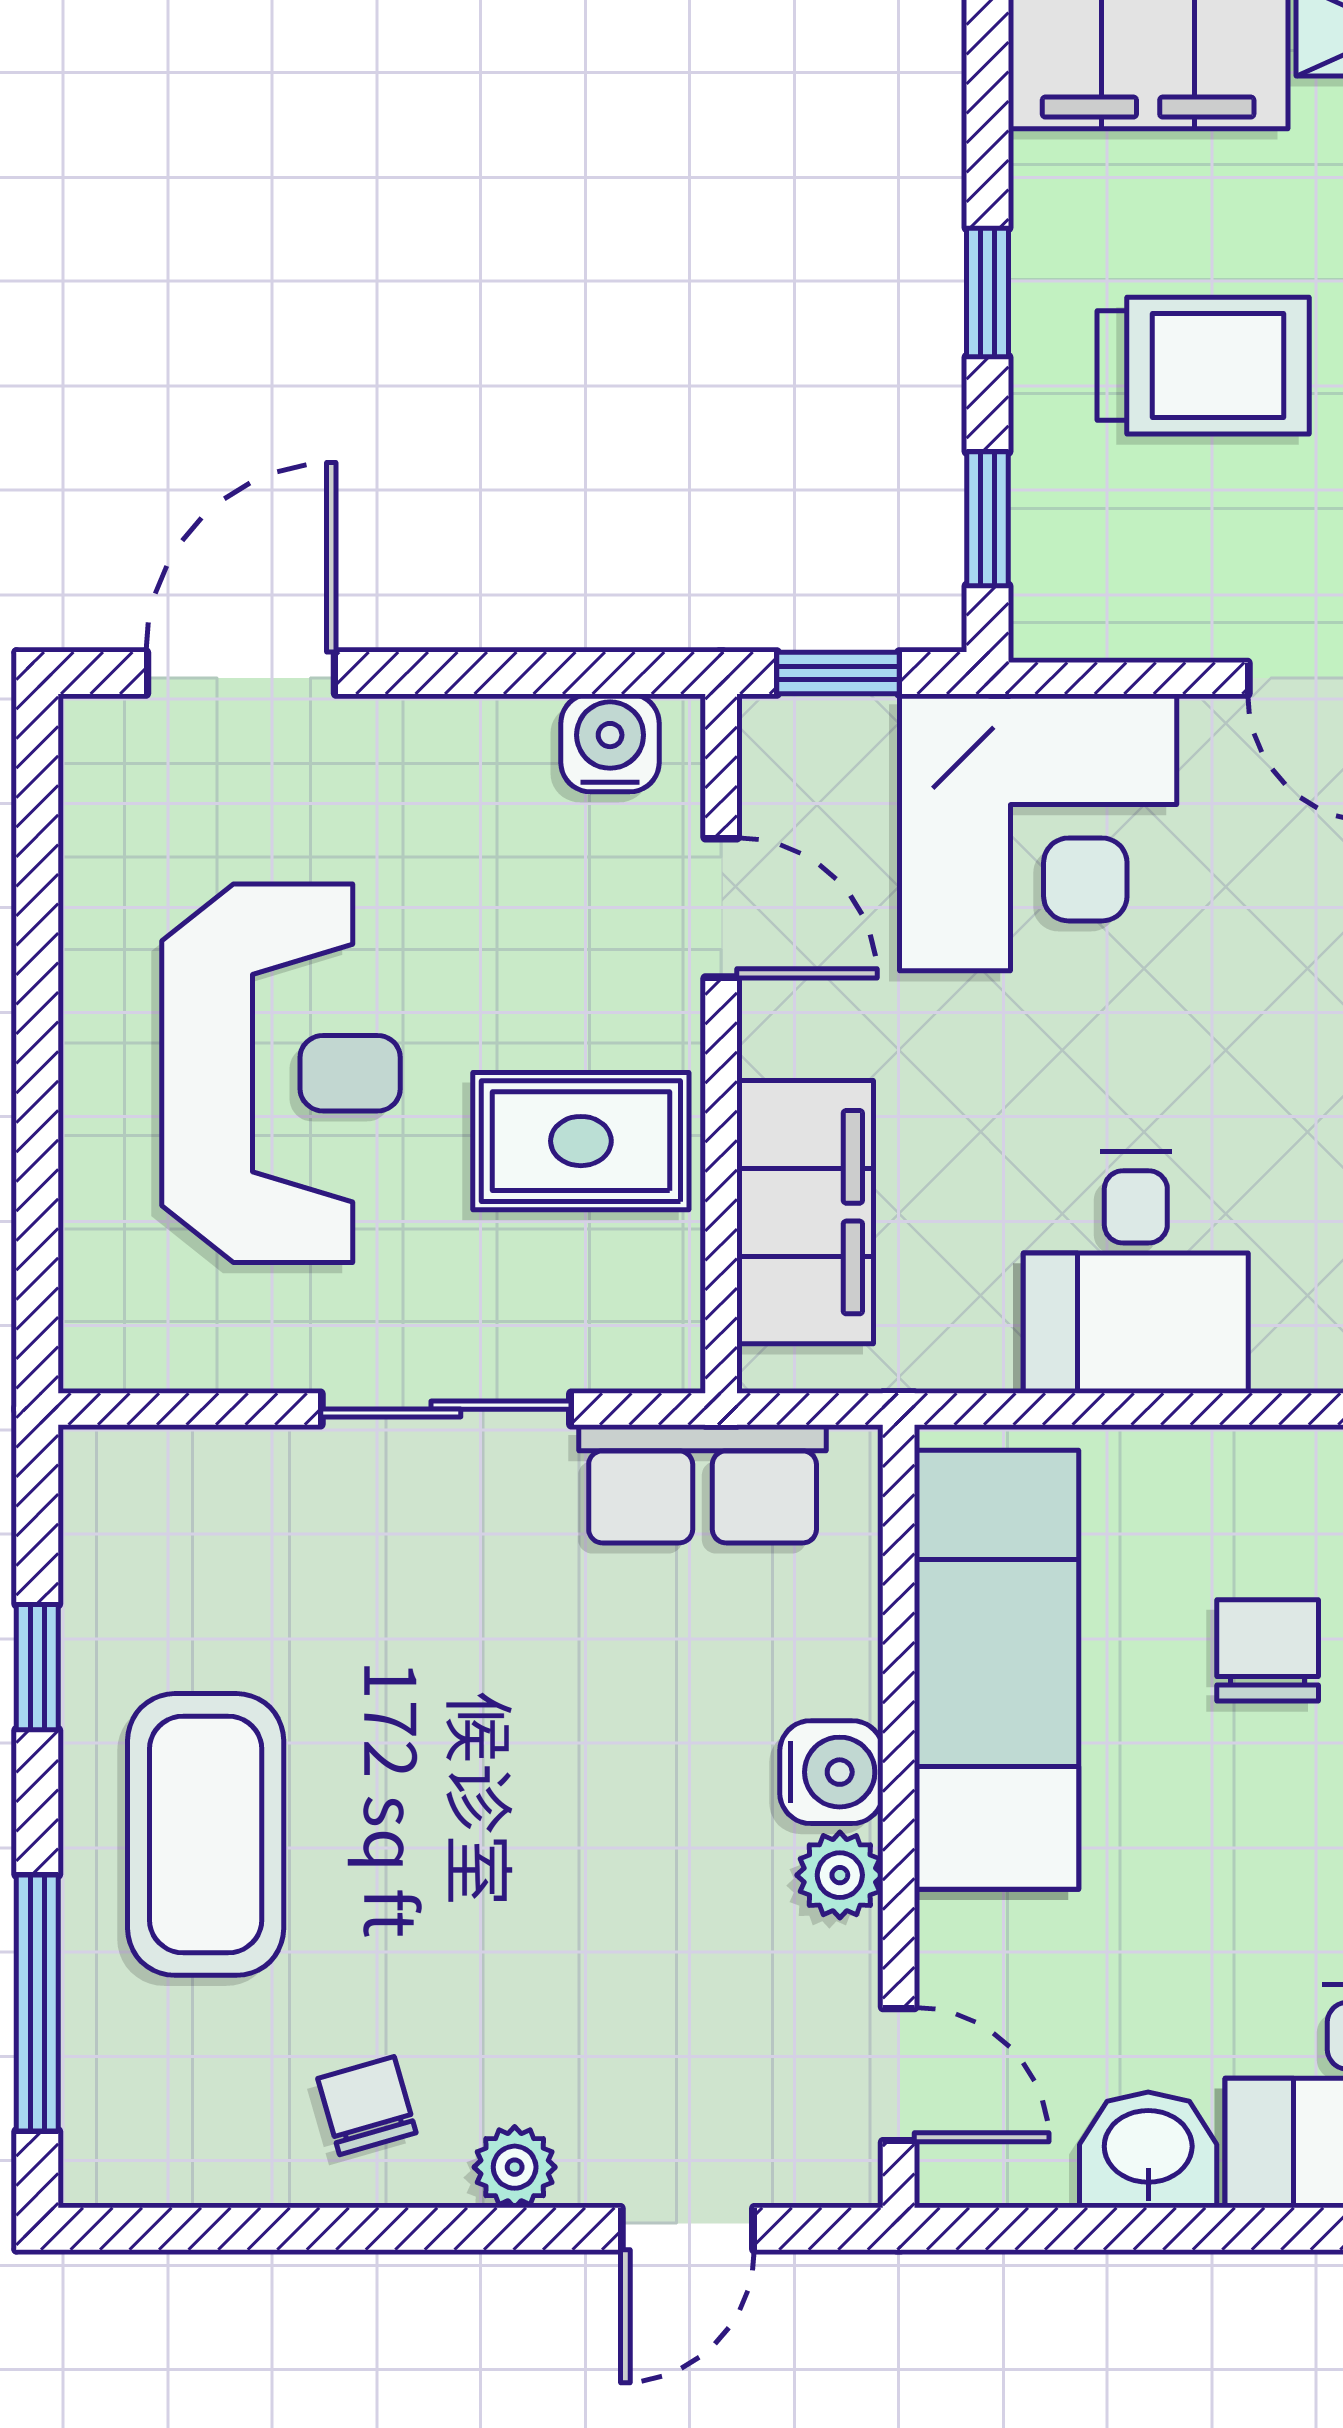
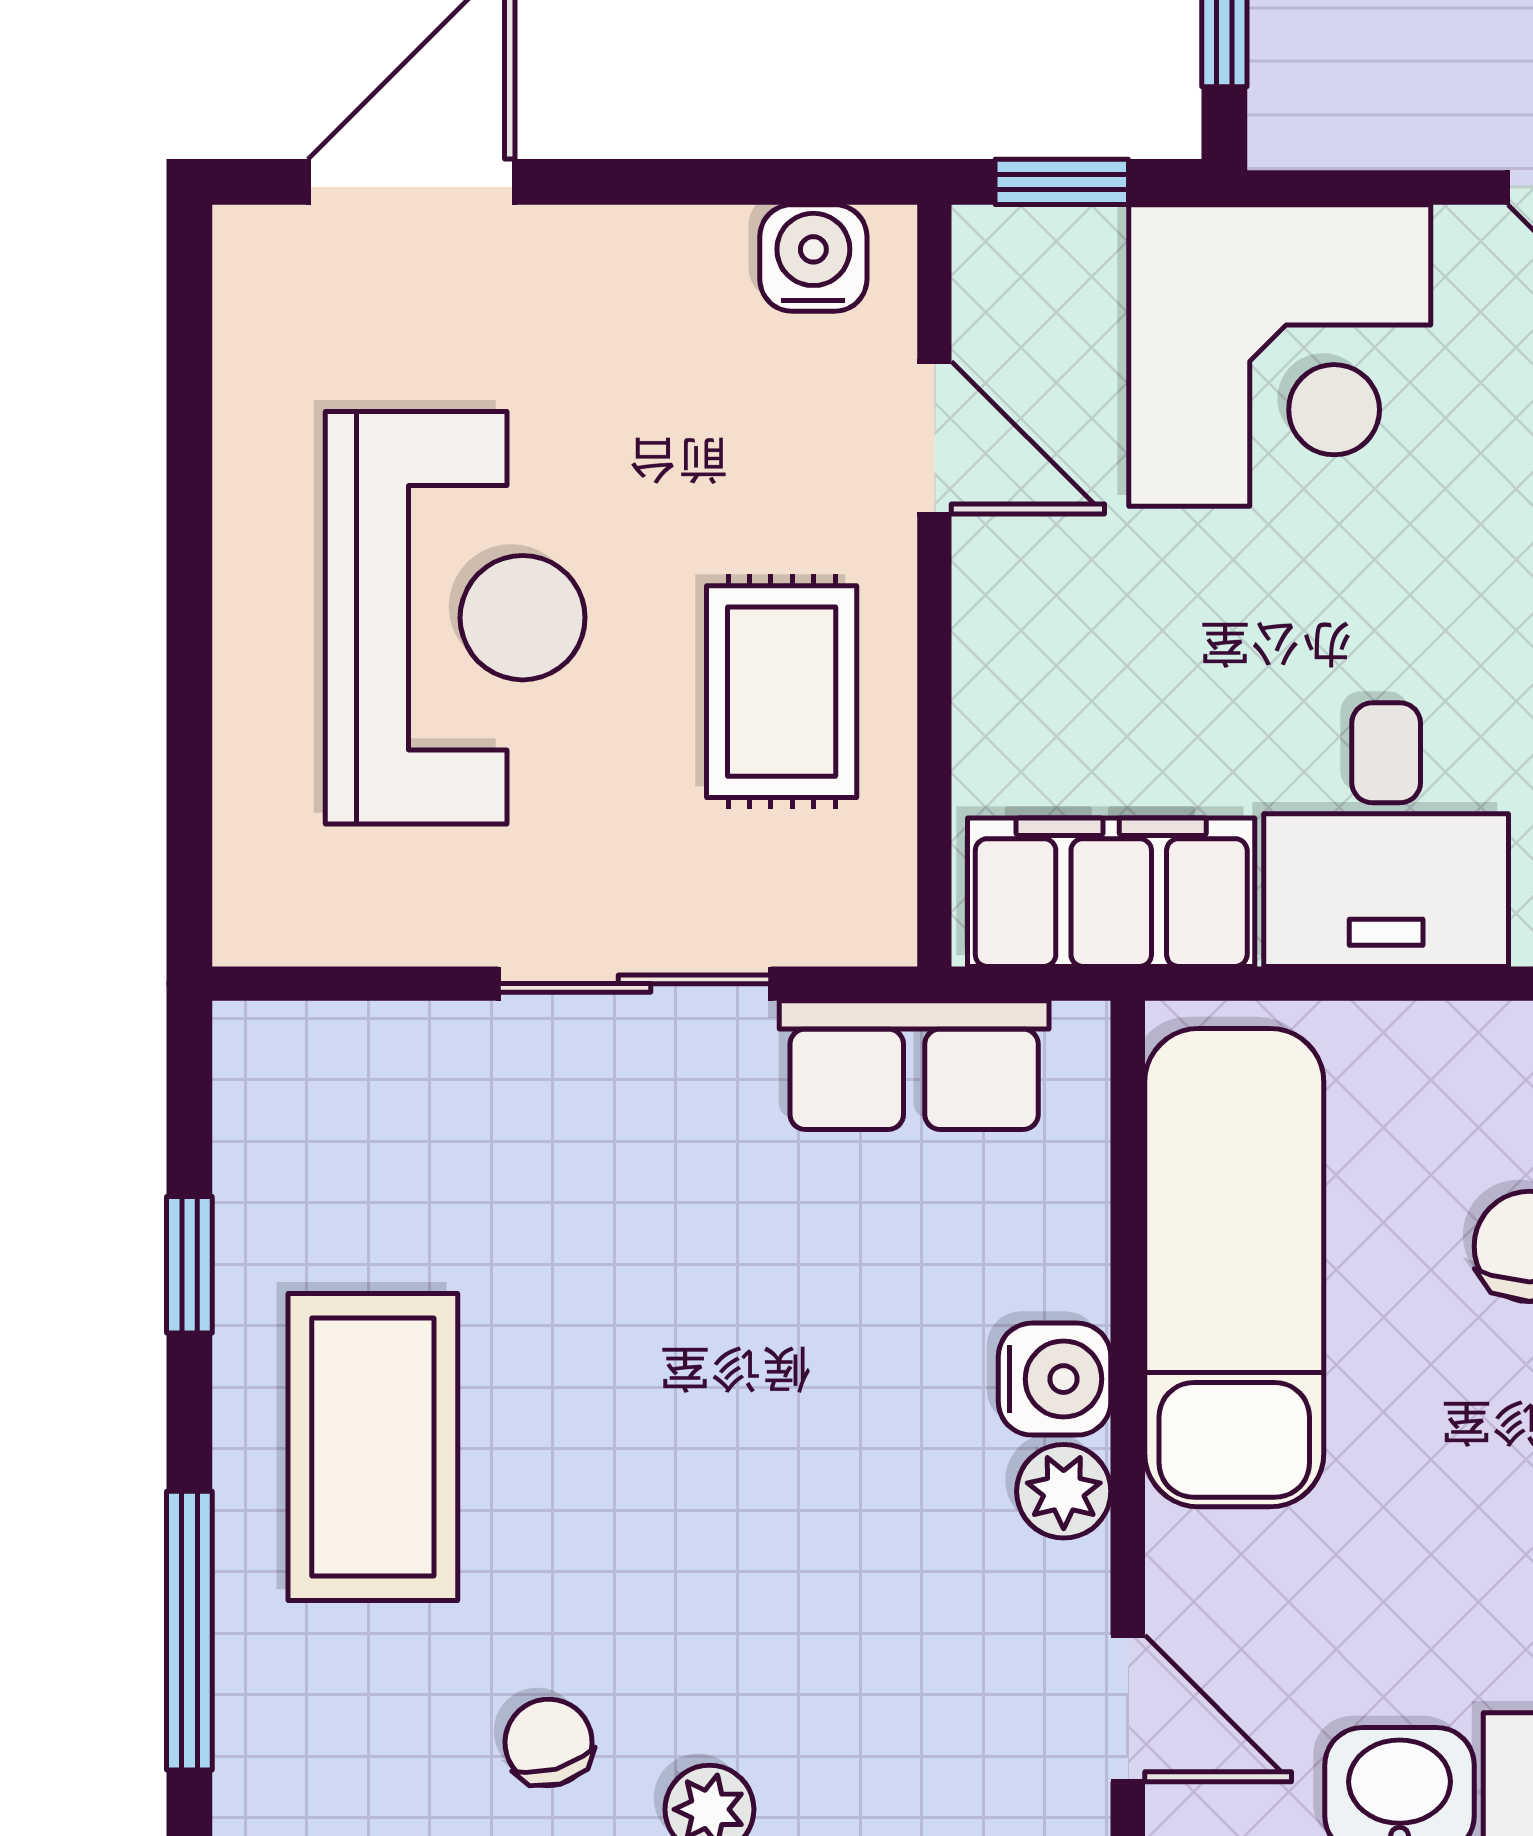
rug: (581, 1141) -> (782, 692), turned 90
filing cabinet: (805, 1212) -> (1111, 892), moved, turned -90

